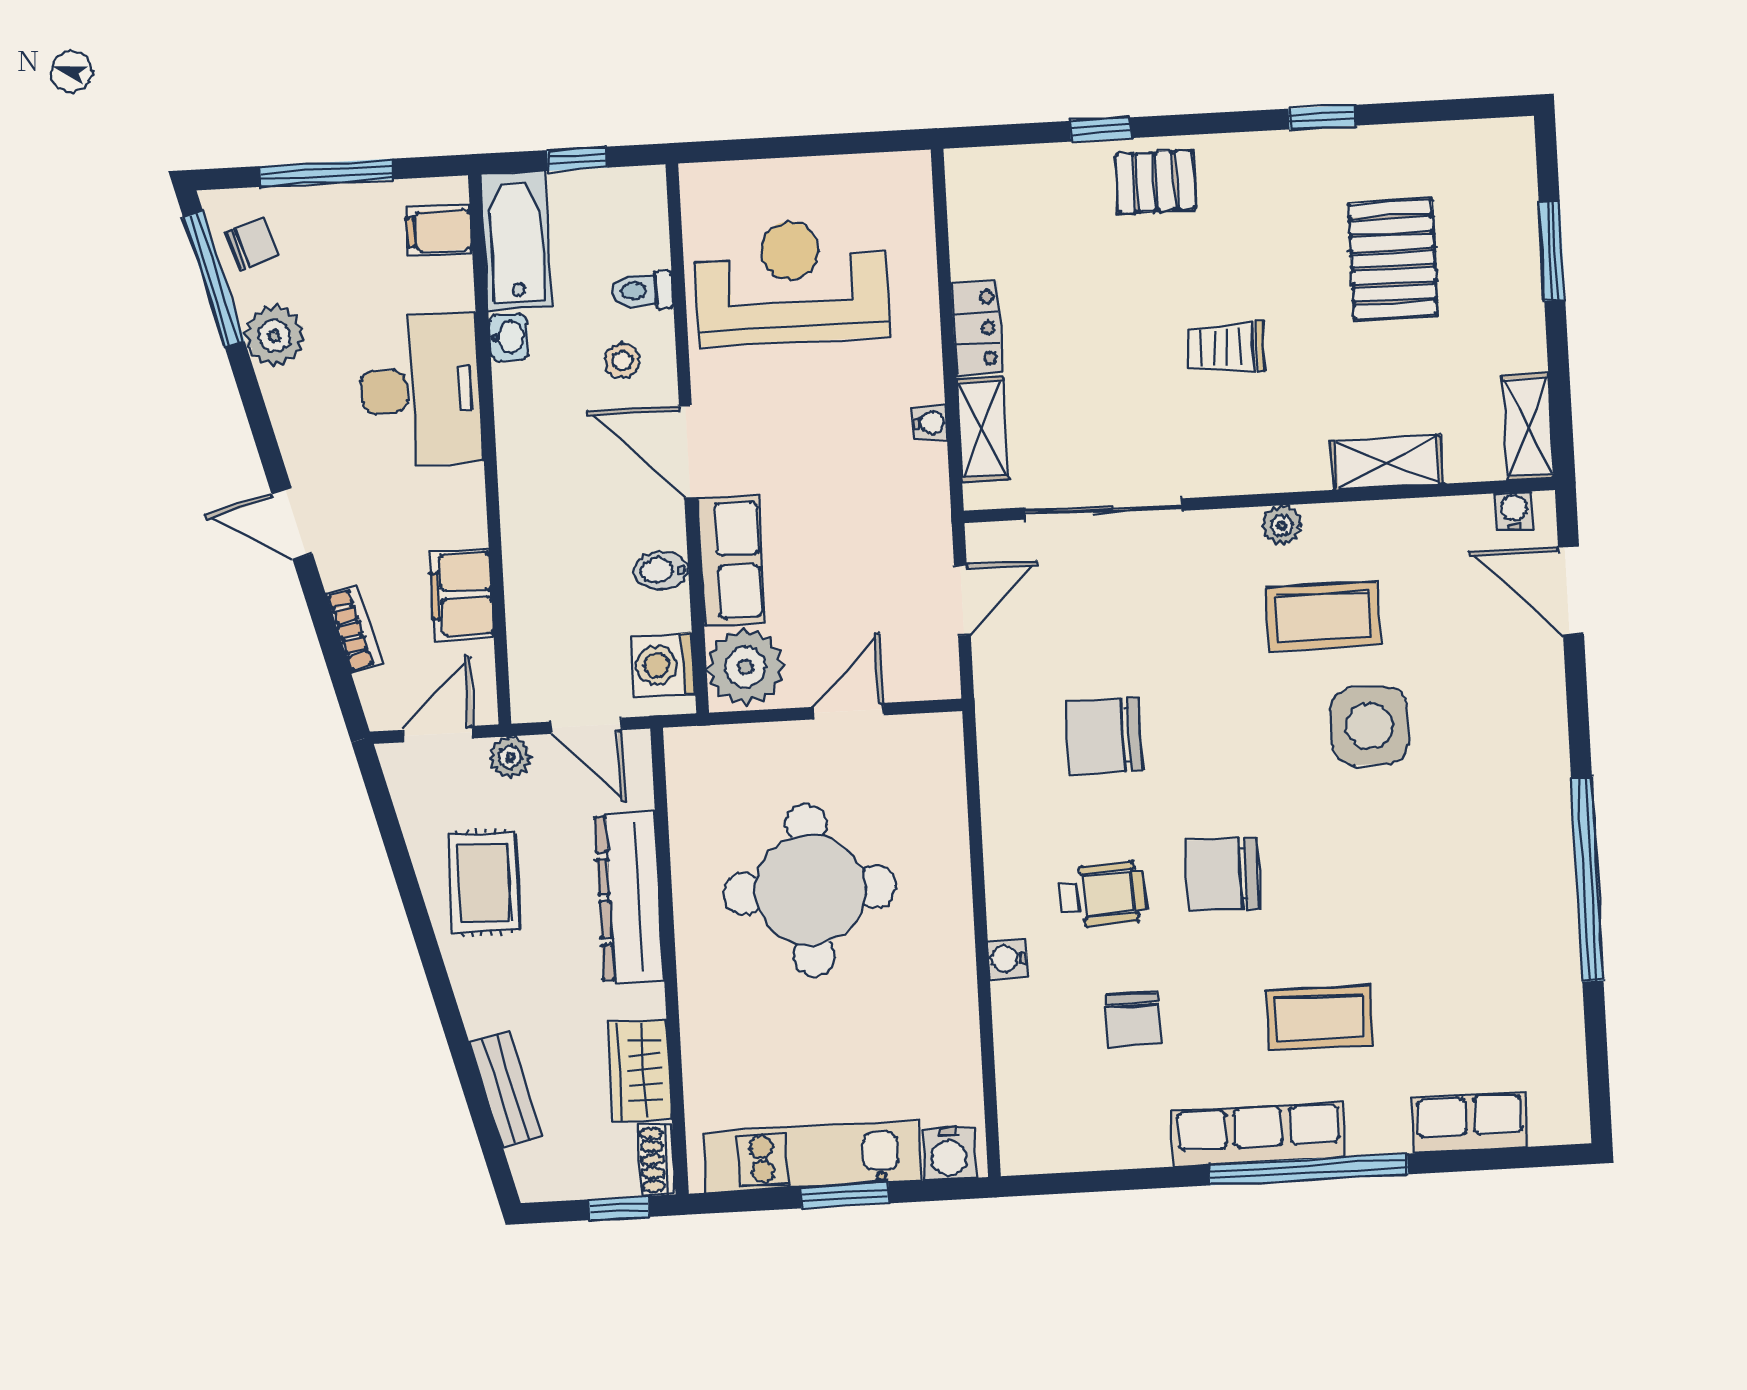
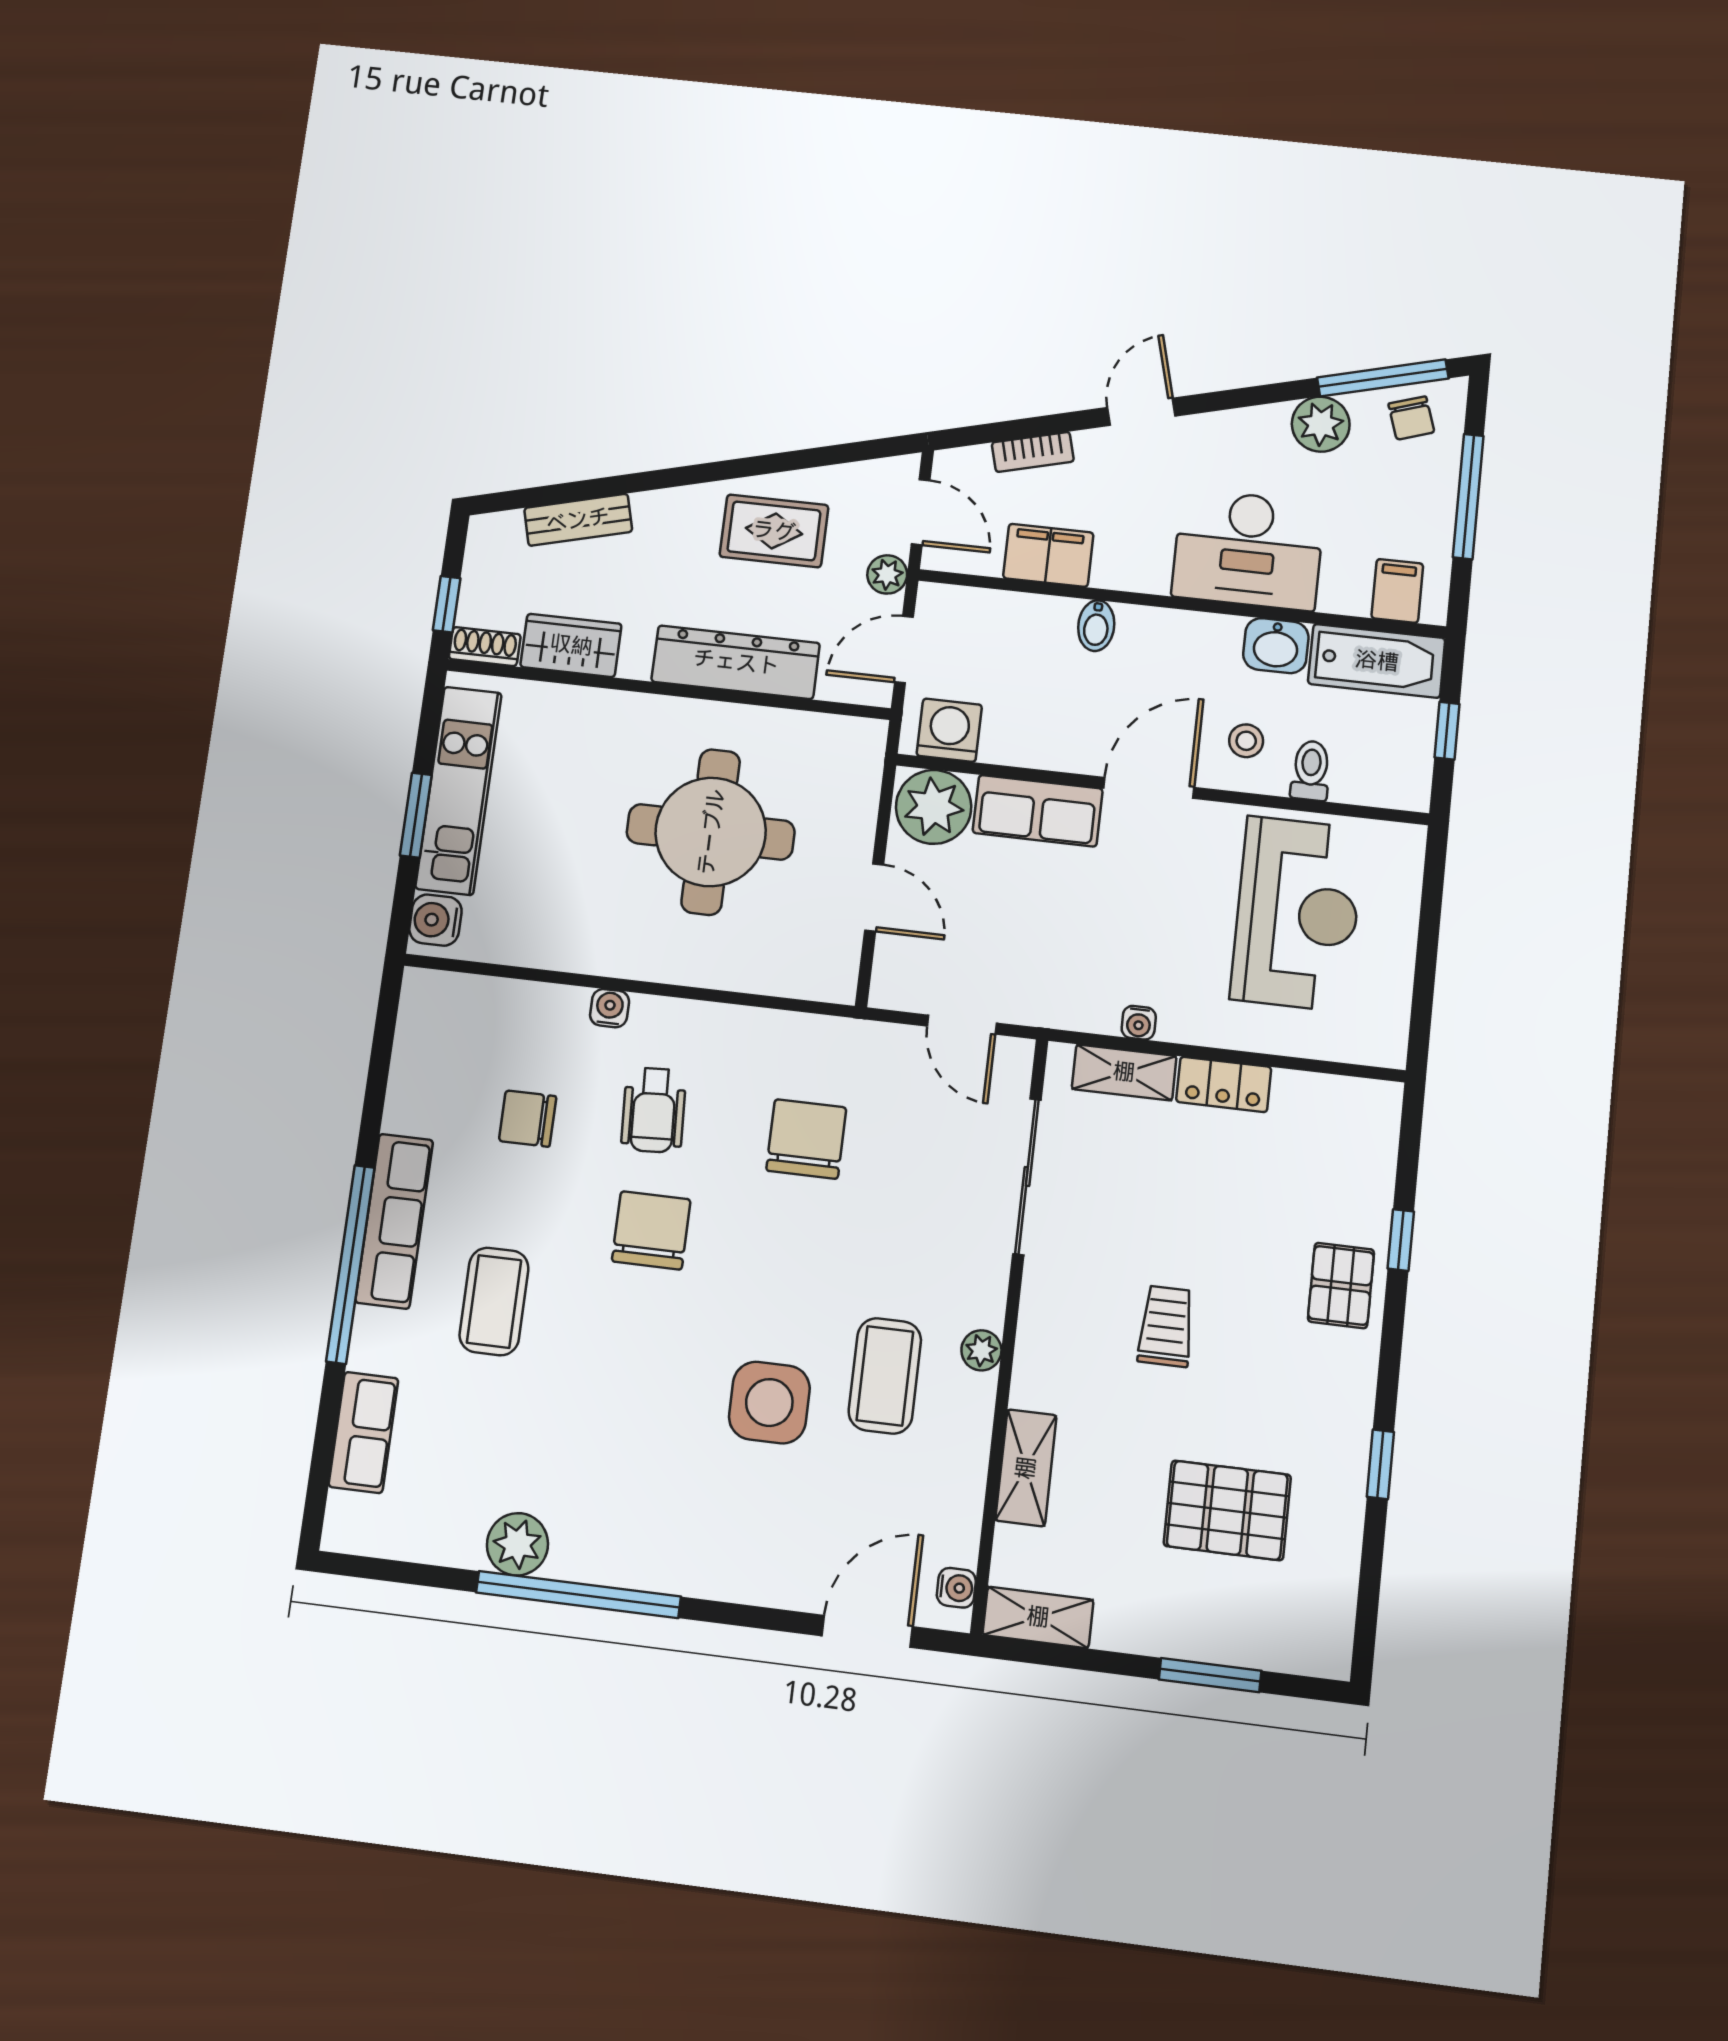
washbasin: (509, 337) -> (1276, 646), width x1.38, depth x1.45
bidet: (661, 570) -> (1096, 626), moved, turned 180
plant: (1550, 949) -> (517, 1544), added

